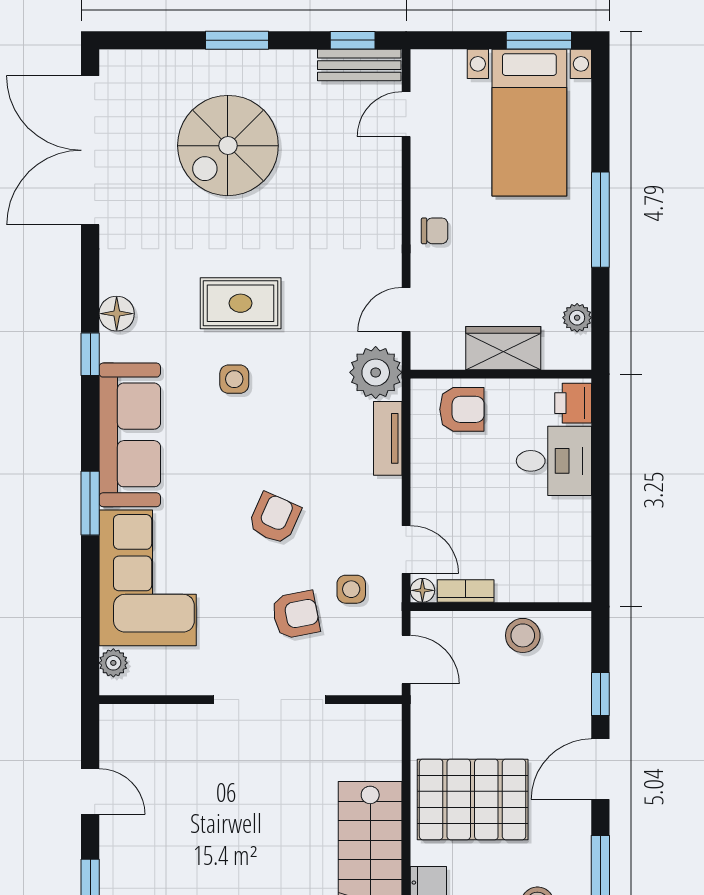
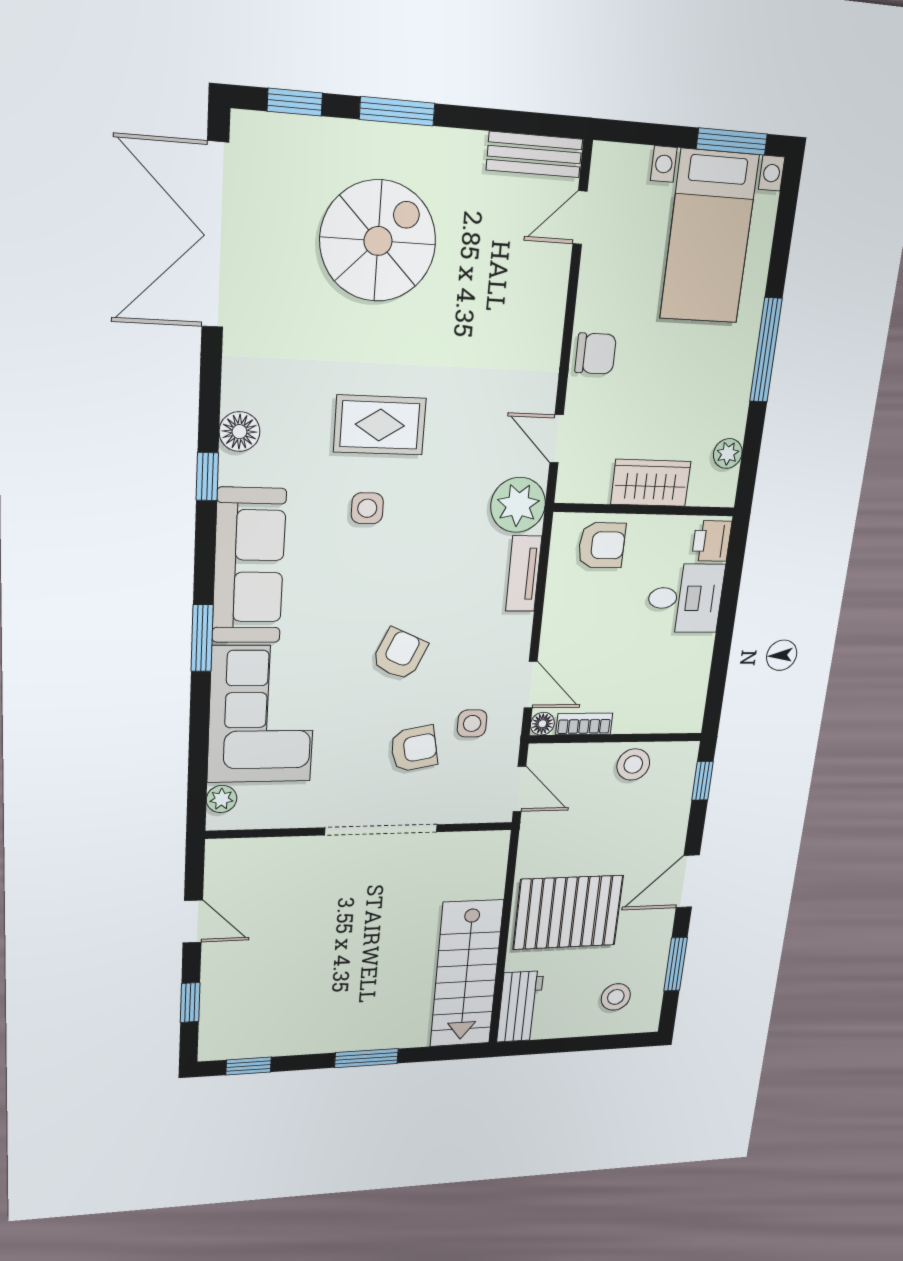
window: (353, 40) -> (295, 102), moved
spiral stairs: (228, 146) -> (378, 241), turned 180
chair: (435, 231) -> (596, 354), width x1.37, depth x1.37
door: (406, 310) -> (557, 439), hinge flipped
window: (600, 694) -> (702, 781), moved

